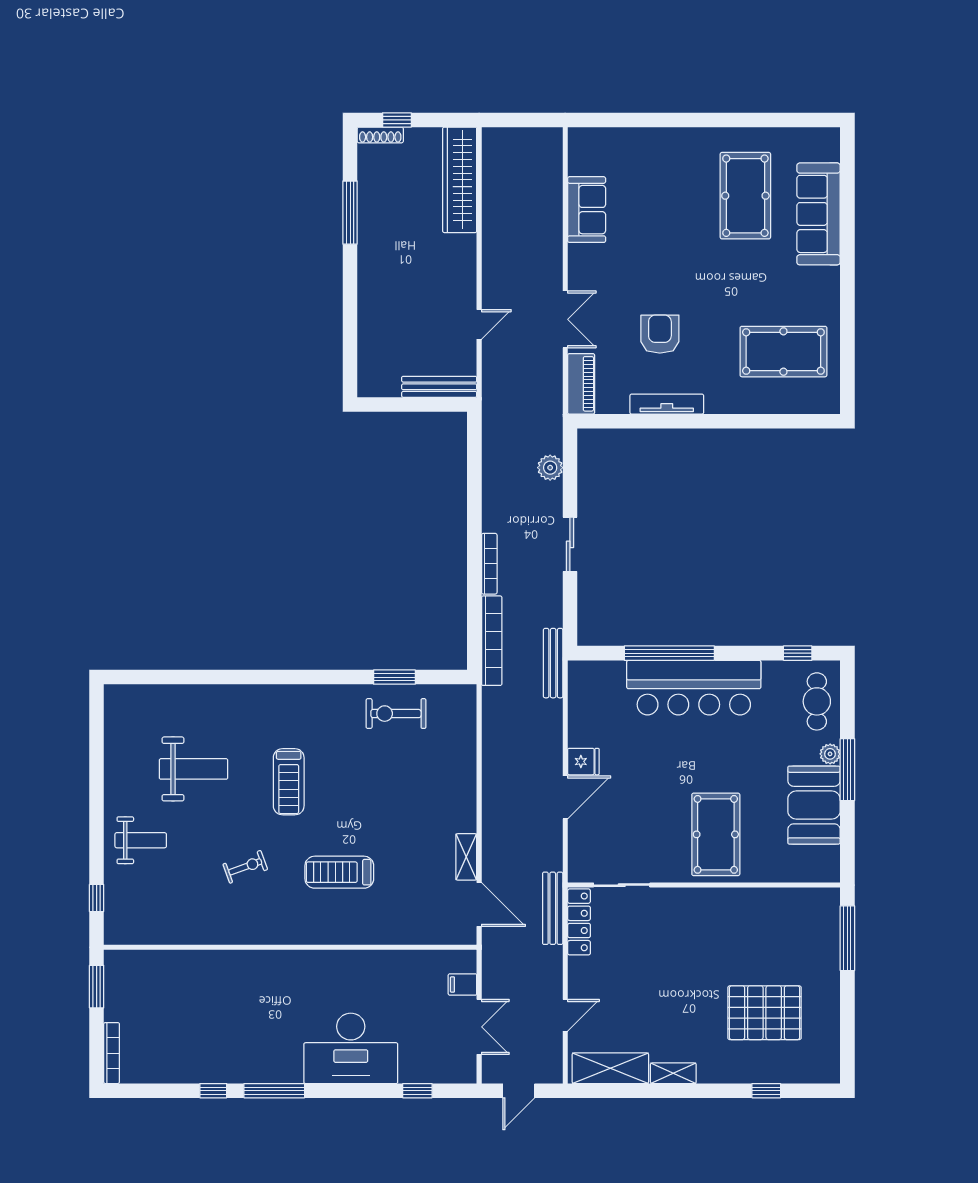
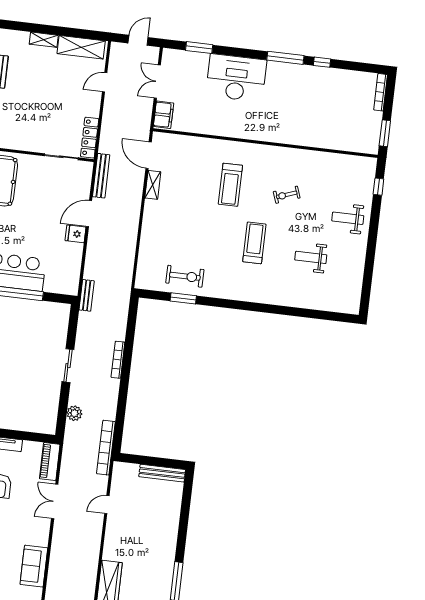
bench: (439, 387) -> (162, 473), moved
bookcase: (492, 641) -> (106, 448), moved
bench: (553, 663) -> (87, 295), width x0.73
weight bench: (194, 769) -> (311, 257), width x0.73, depth x0.75
treadmill: (339, 872) -> (230, 185), turned 90
bench: (553, 908) -> (101, 176), moved
filing cabinet: (462, 984) -> (164, 115), width x2.00
window: (417, 1091) -> (199, 48), width x1.50

